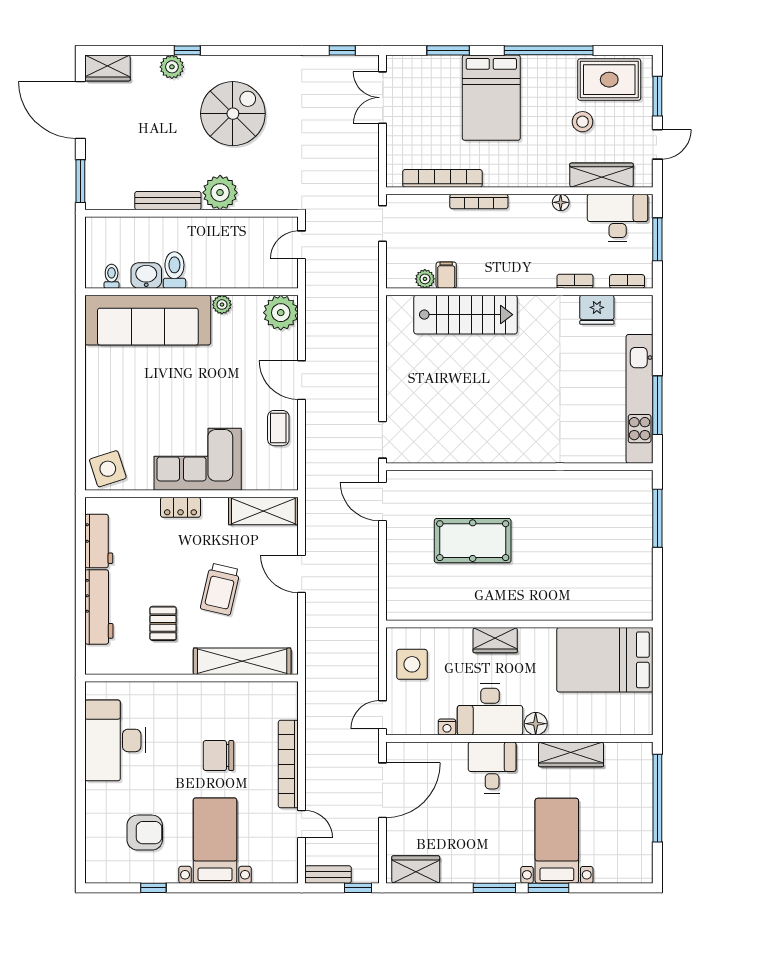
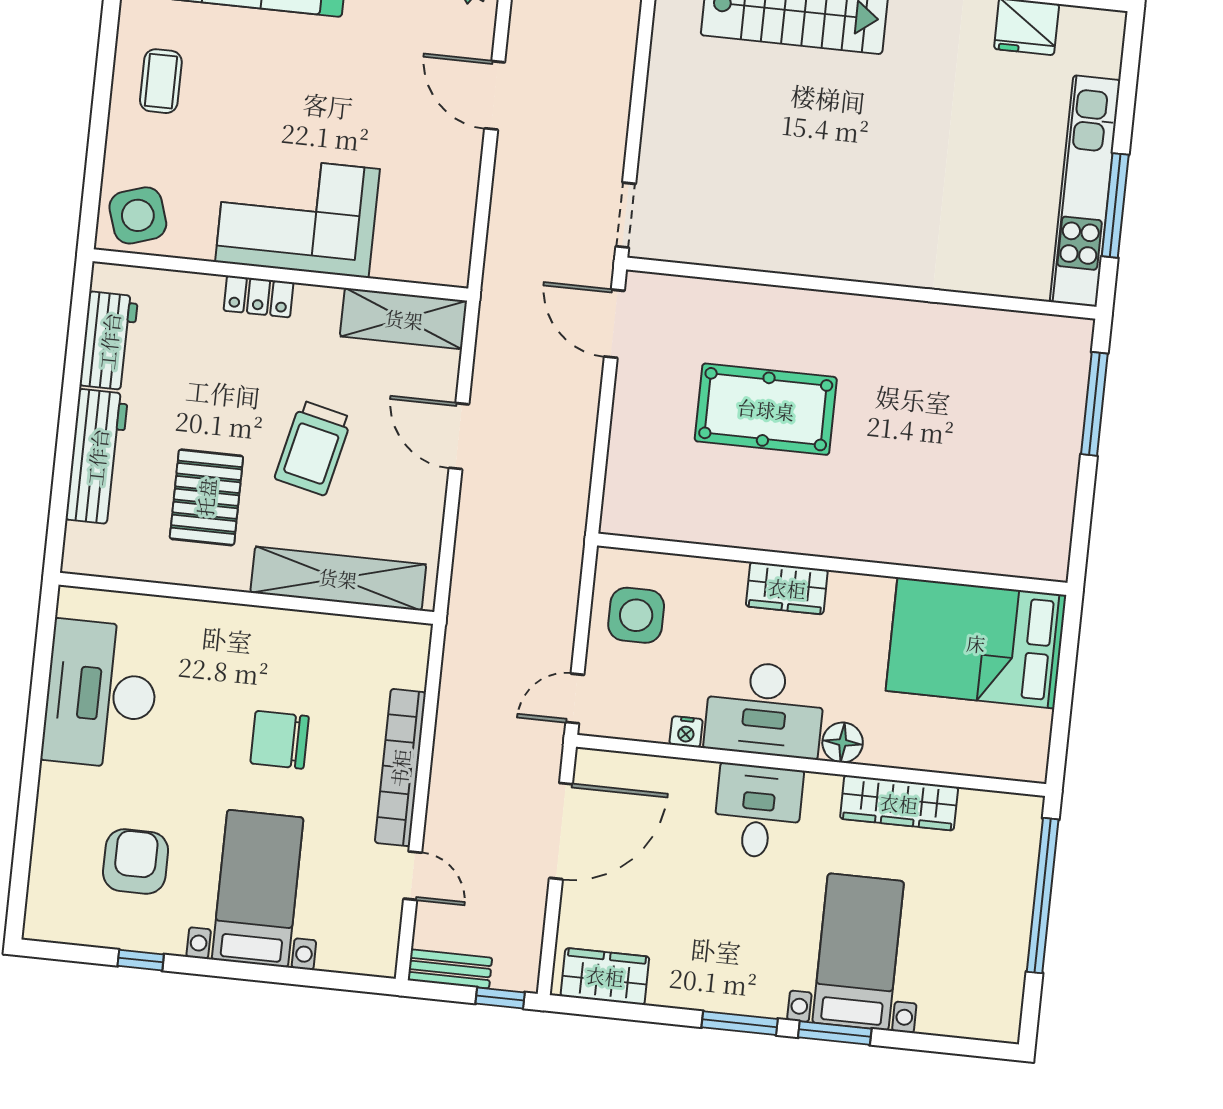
coffee table: (278, 428) -> (161, 81), moved
pallet: (163, 623) -> (206, 497), width x1.50, depth x1.42
armchair: (145, 833) -> (136, 861), turned -90

